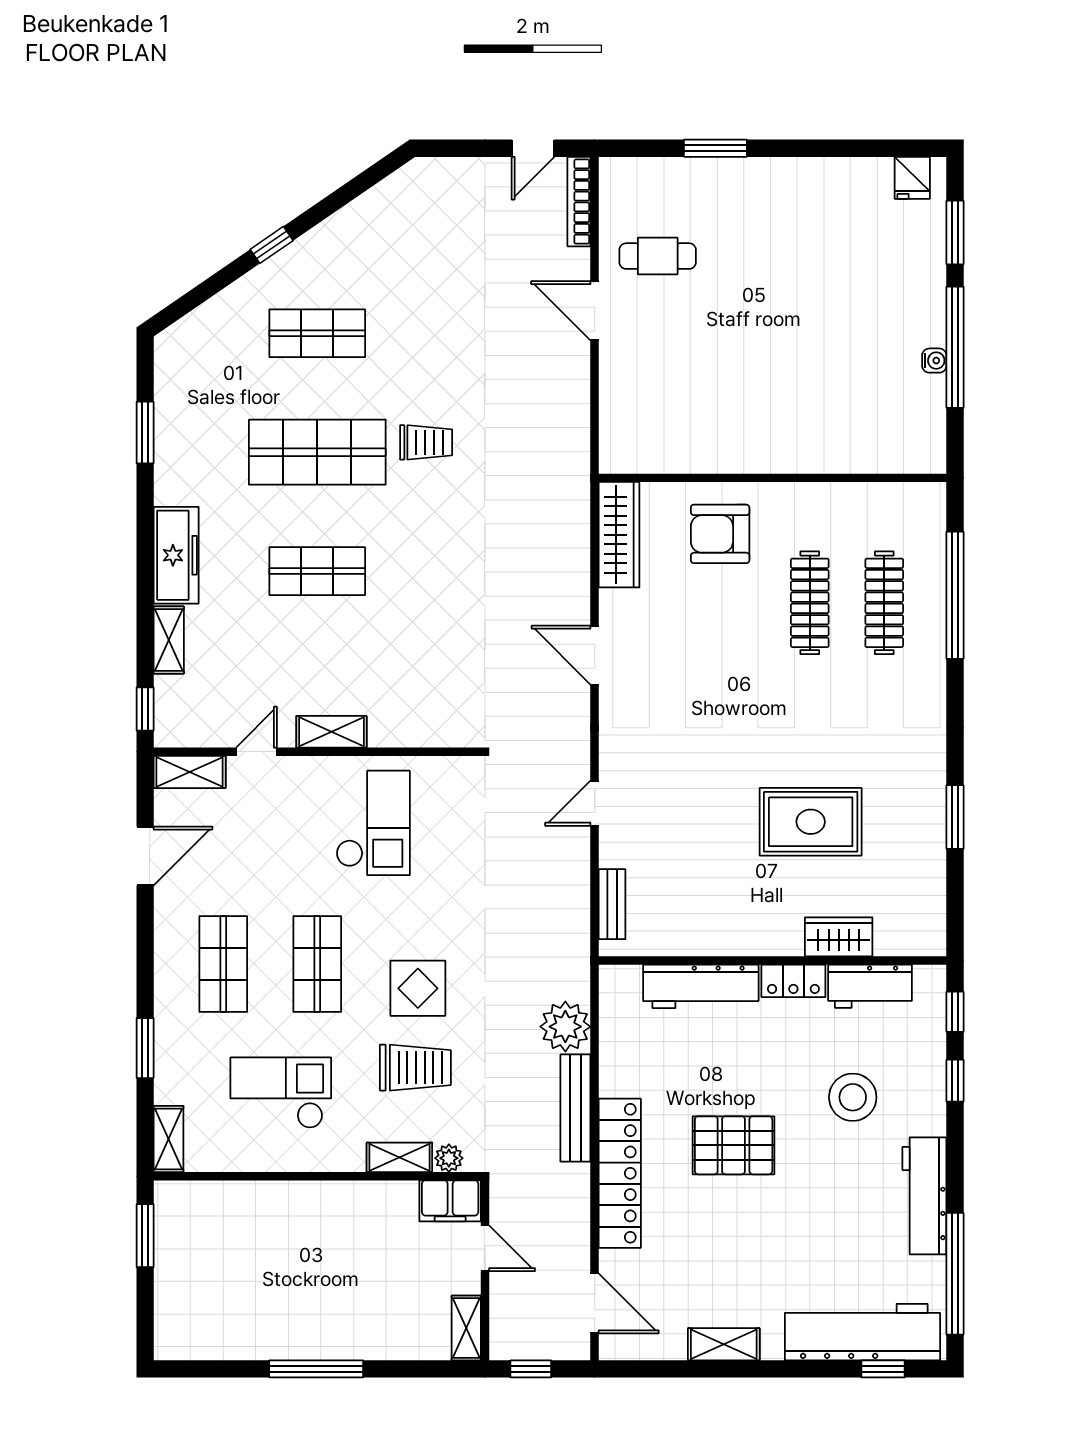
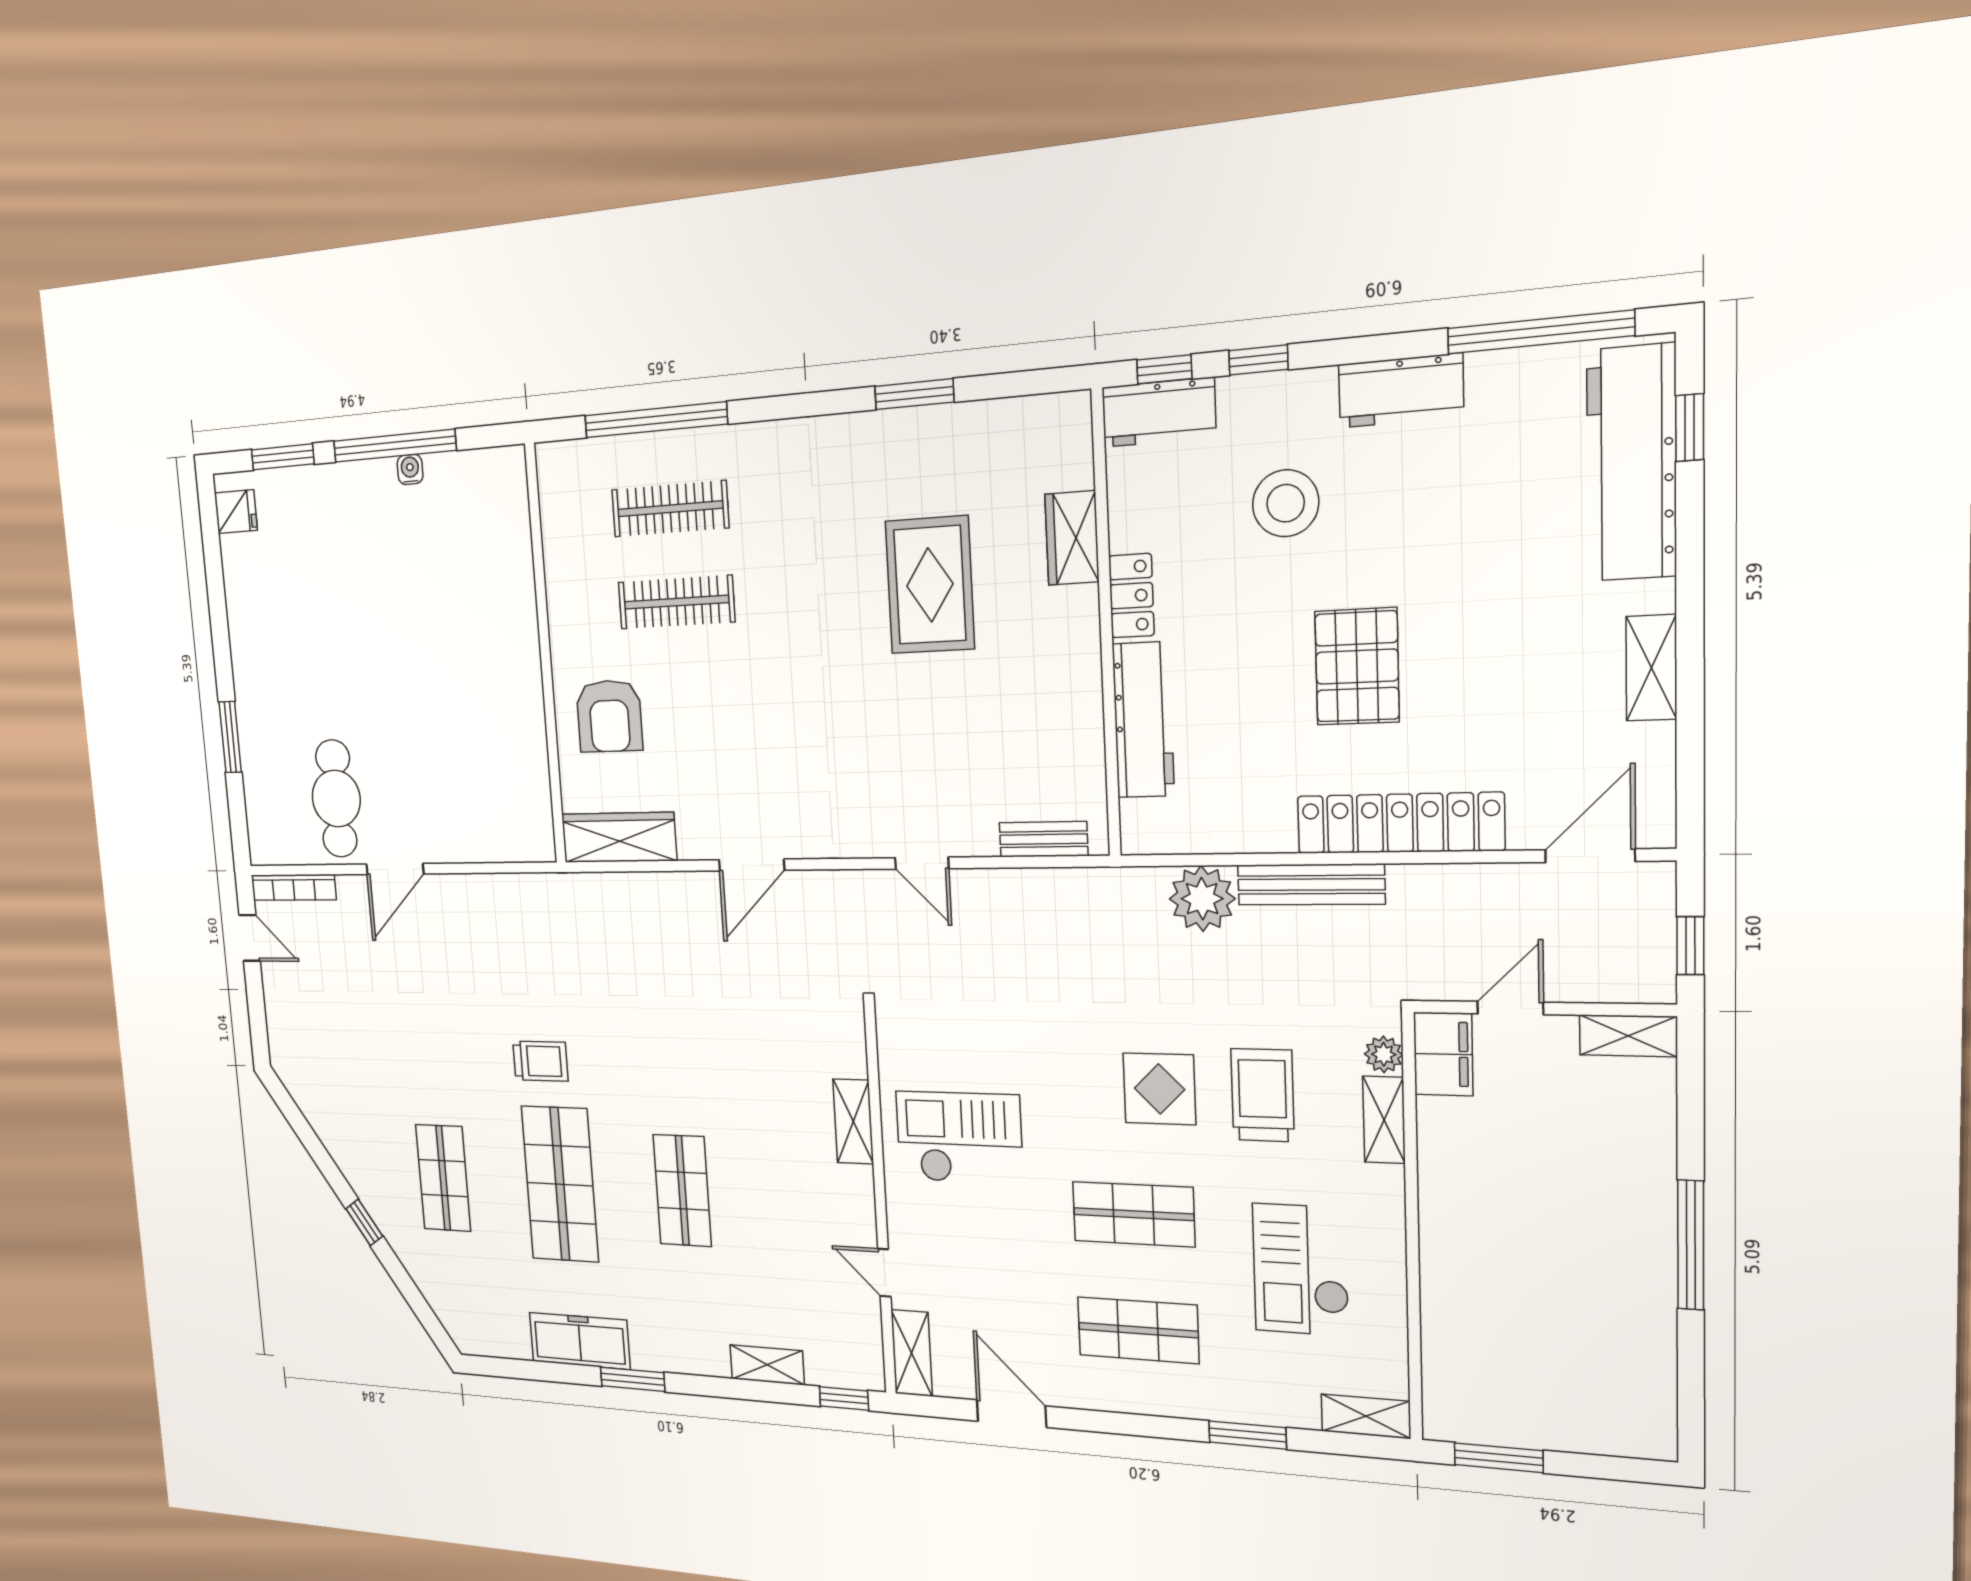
cafe table: (658, 256) -> (336, 799), width x1.37, depth x1.35
window: (145, 433) -> (633, 1379), moved
trolley: (426, 442) -> (540, 1061), turned 90
freezer: (176, 555) -> (580, 1341), moved
shelving: (331, 732) -> (853, 1121), moved
workbench: (870, 986) -> (1159, 412), moved, turned 90
workbench: (924, 1196) -> (1401, 391), width x0.73

